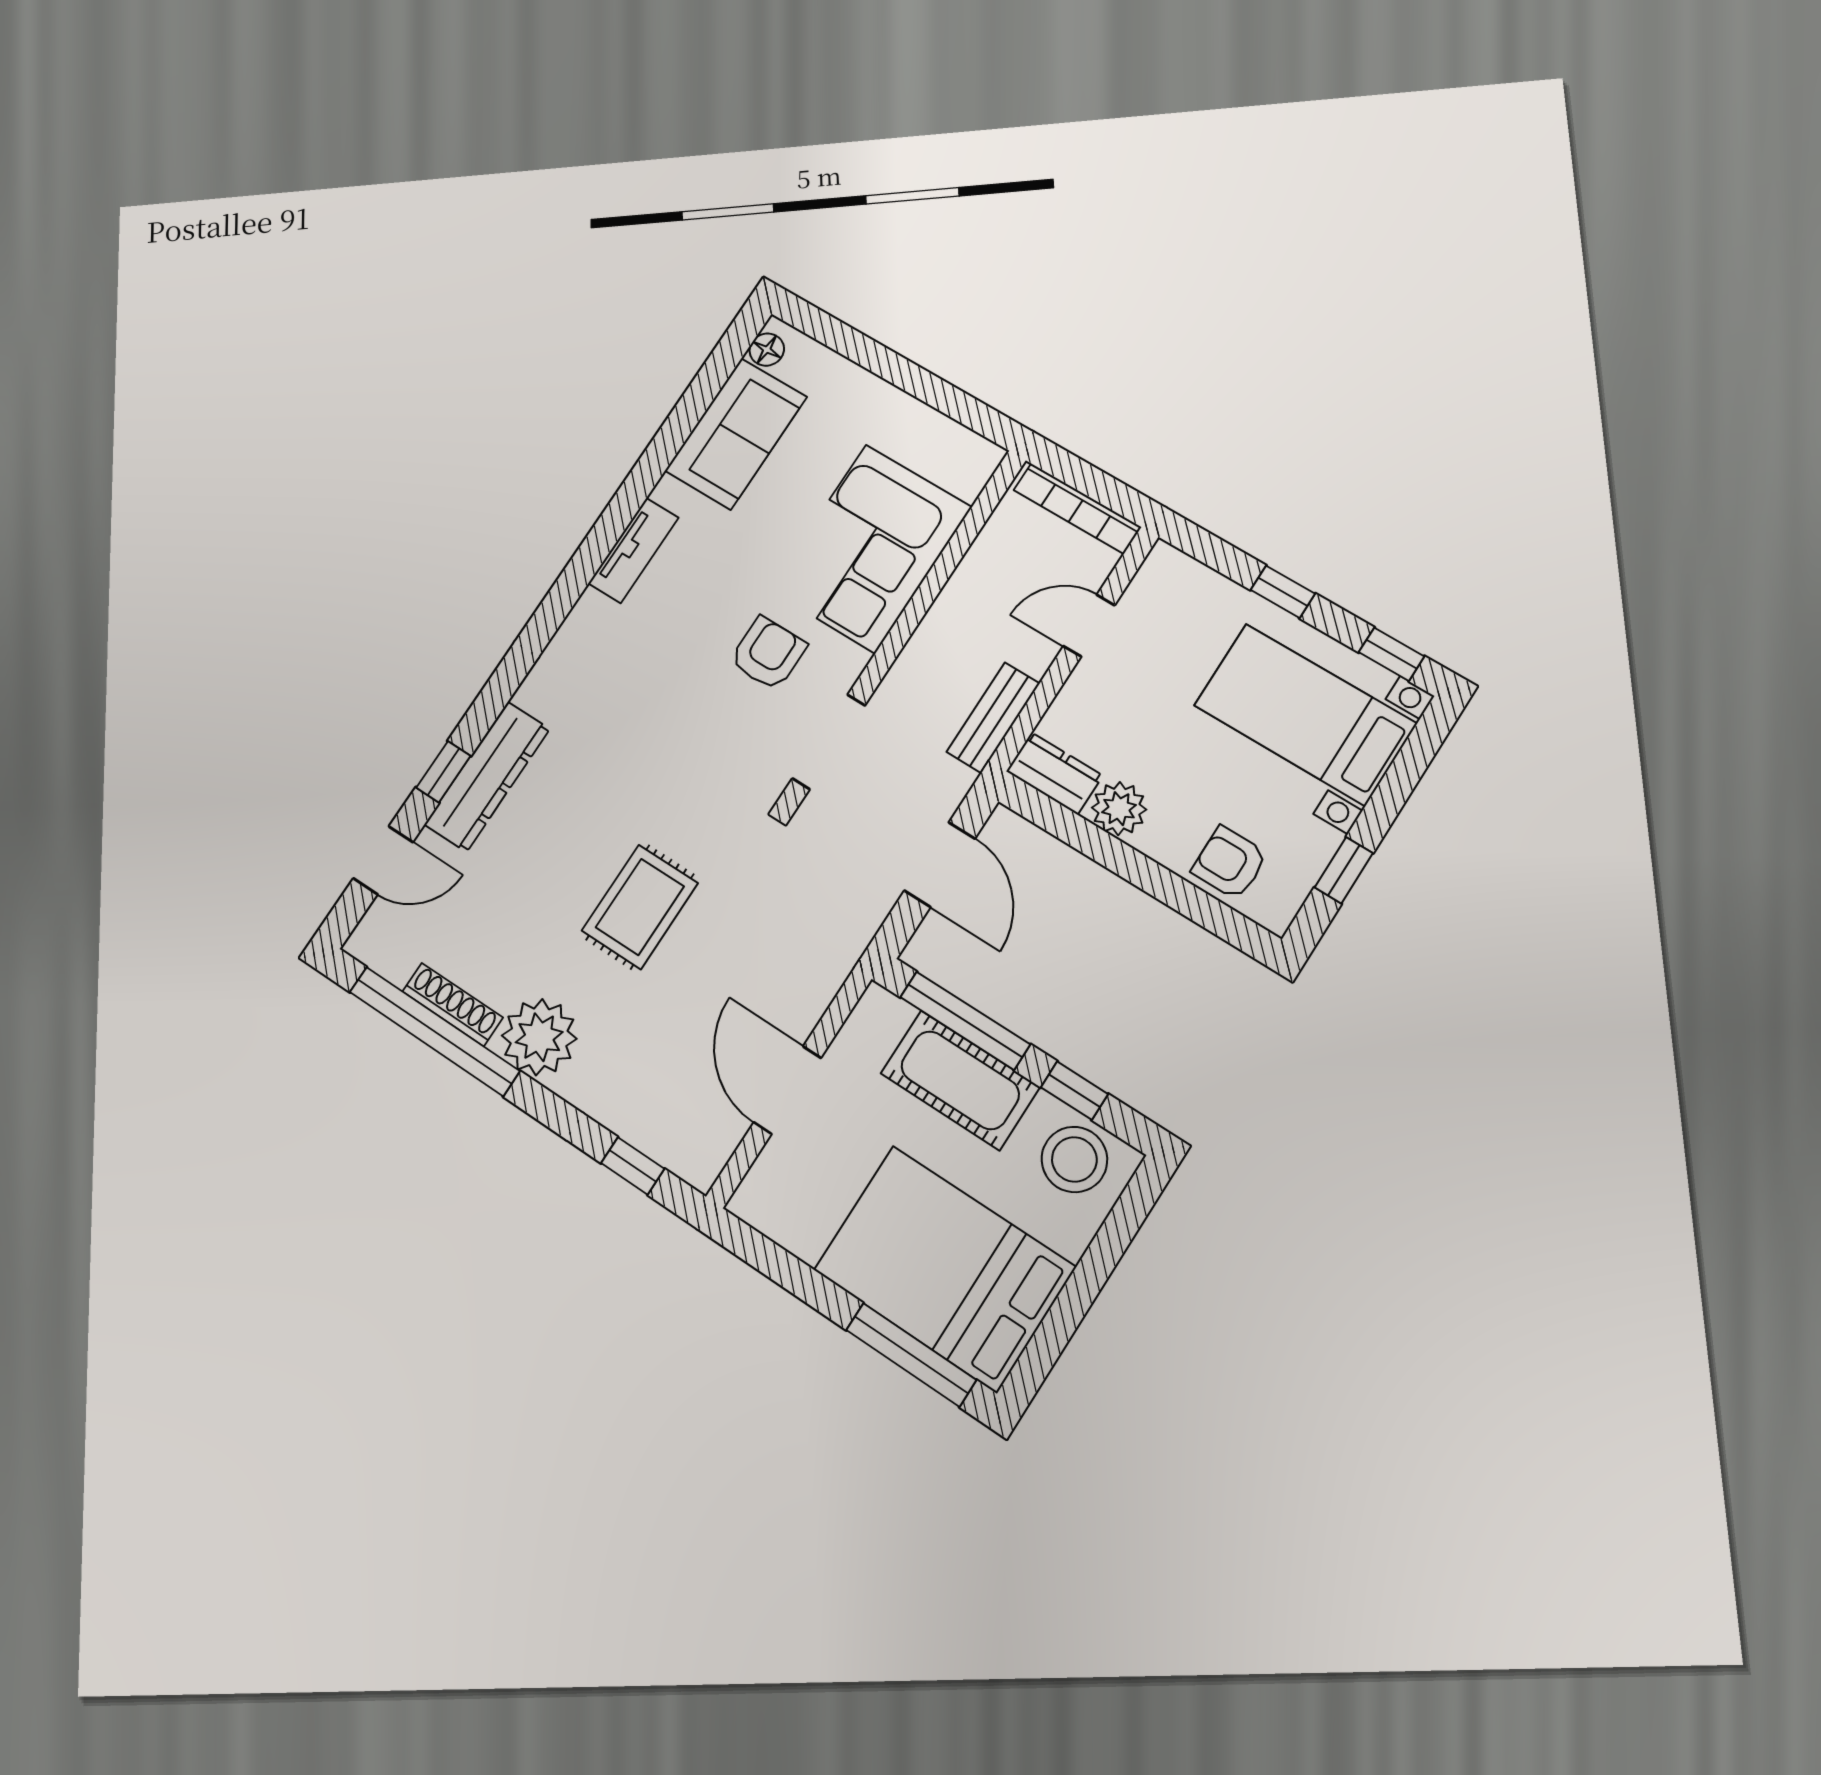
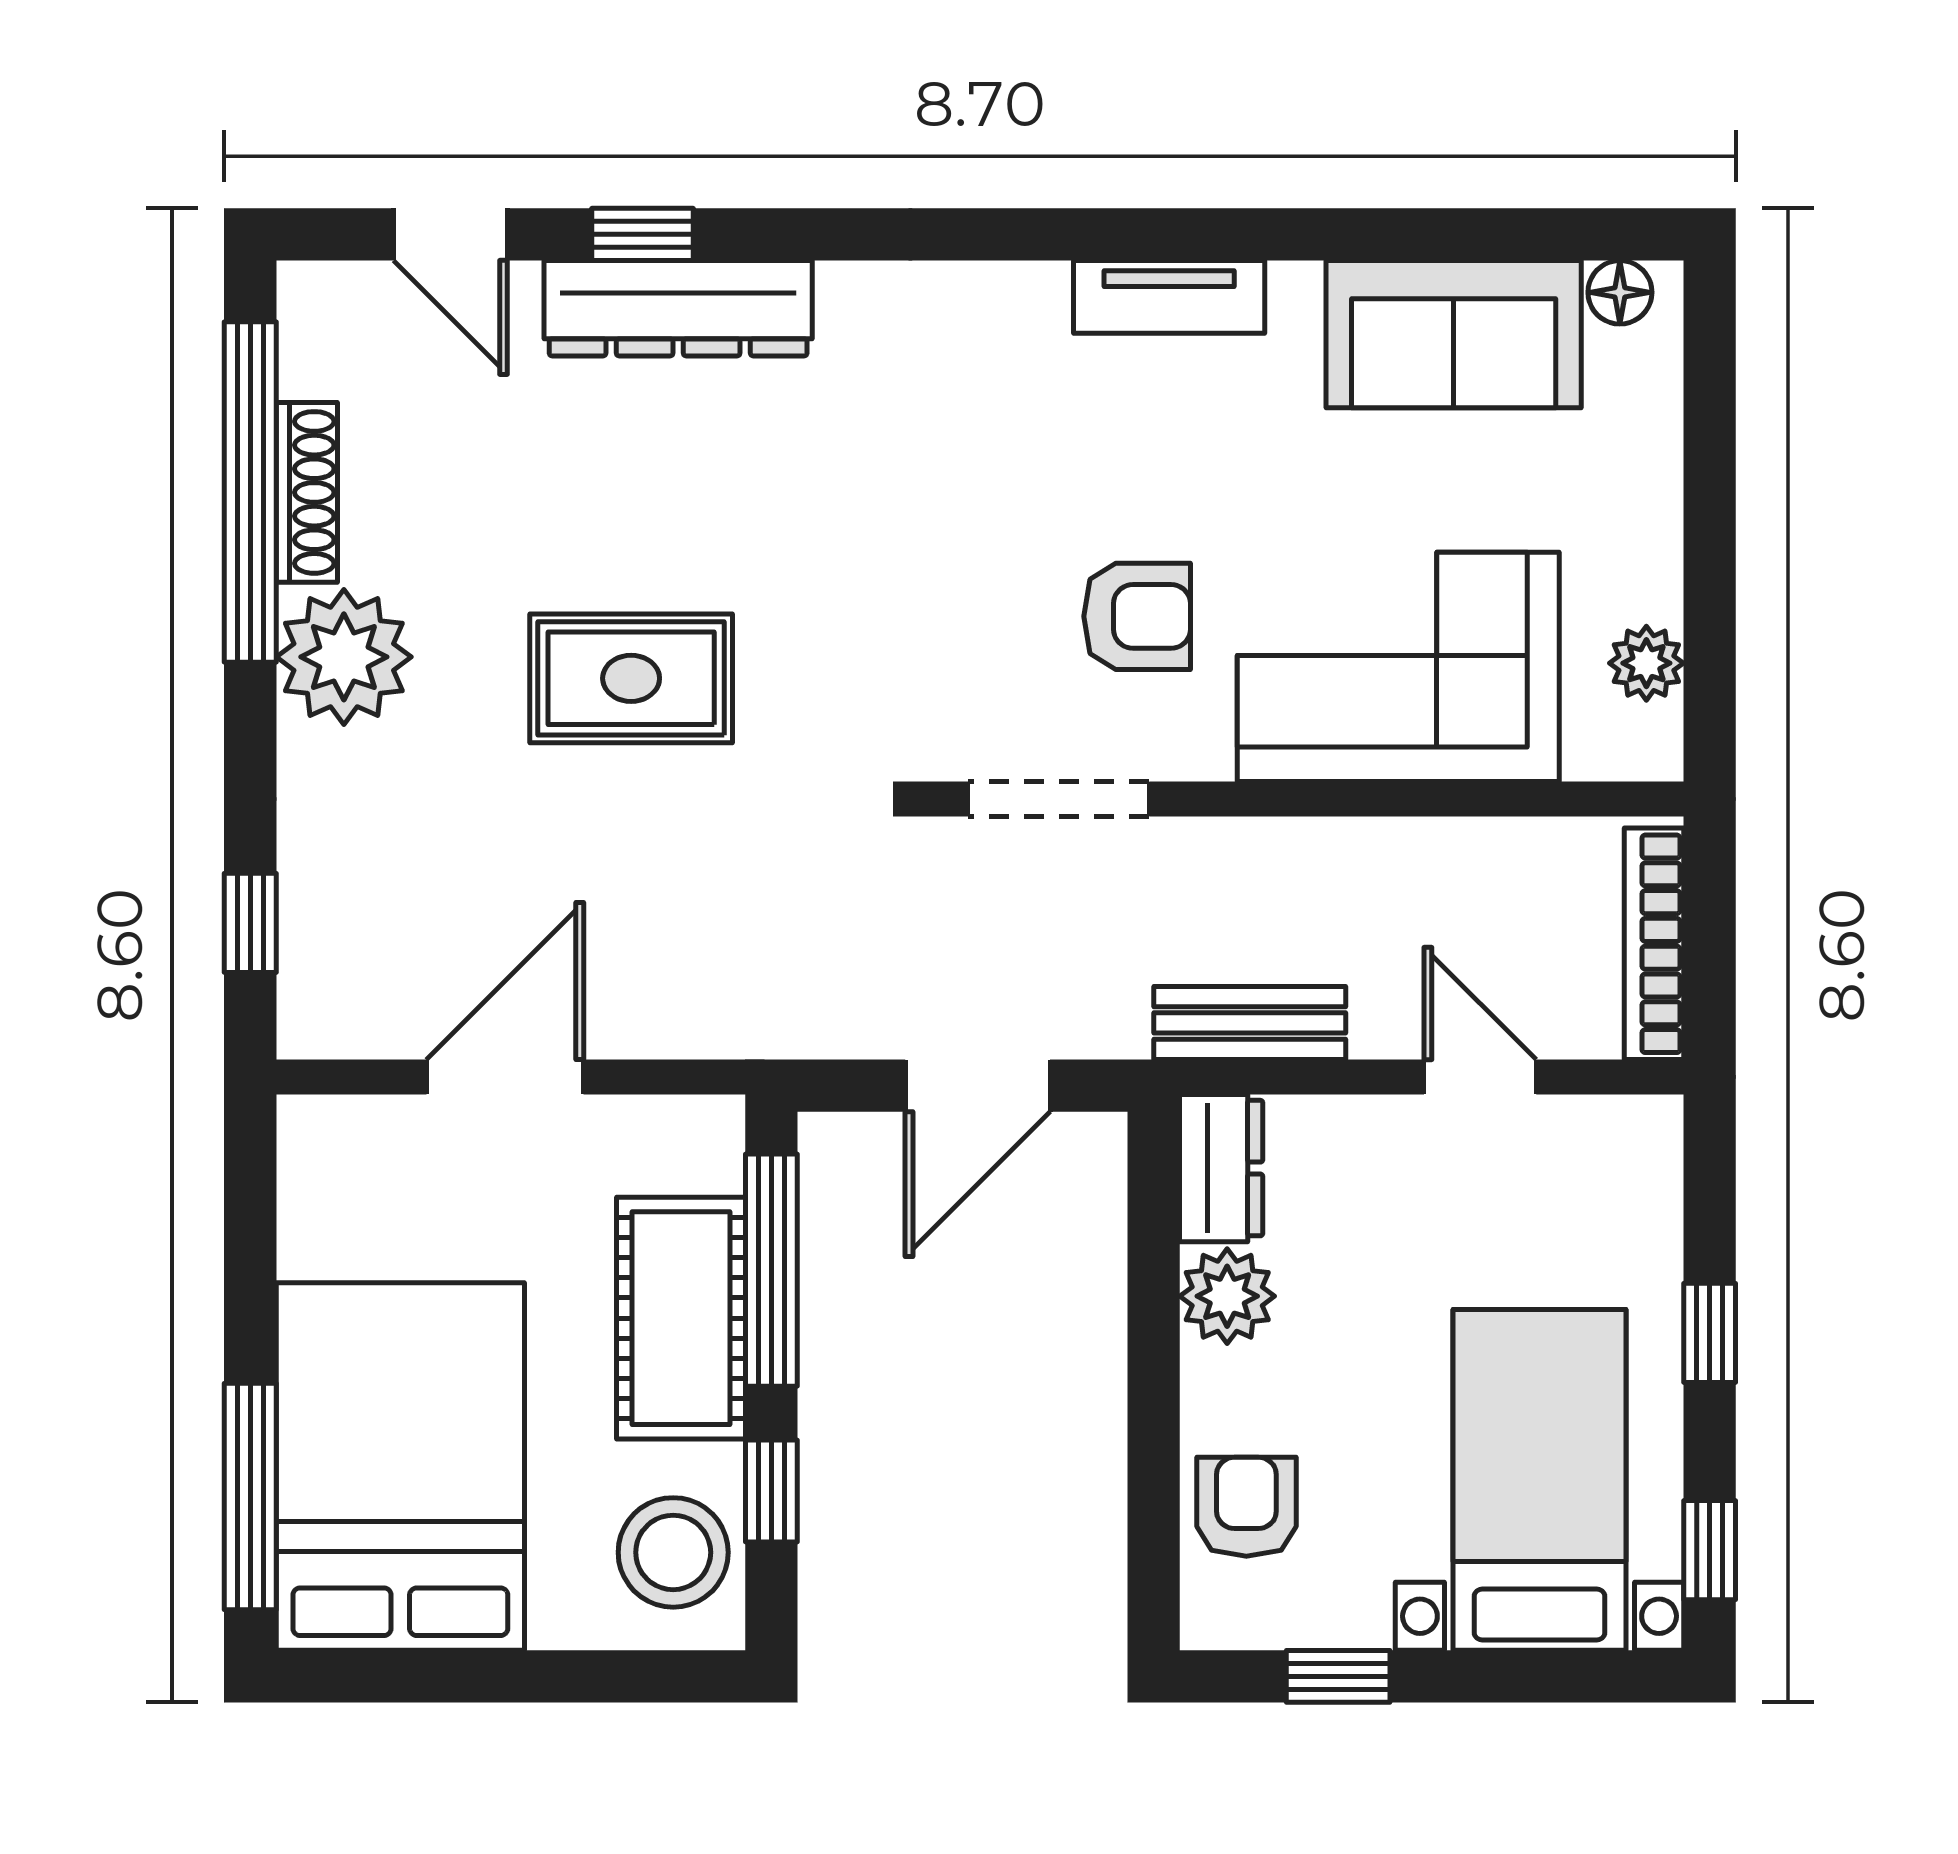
plant: (943, 436) -> (1646, 663), added

